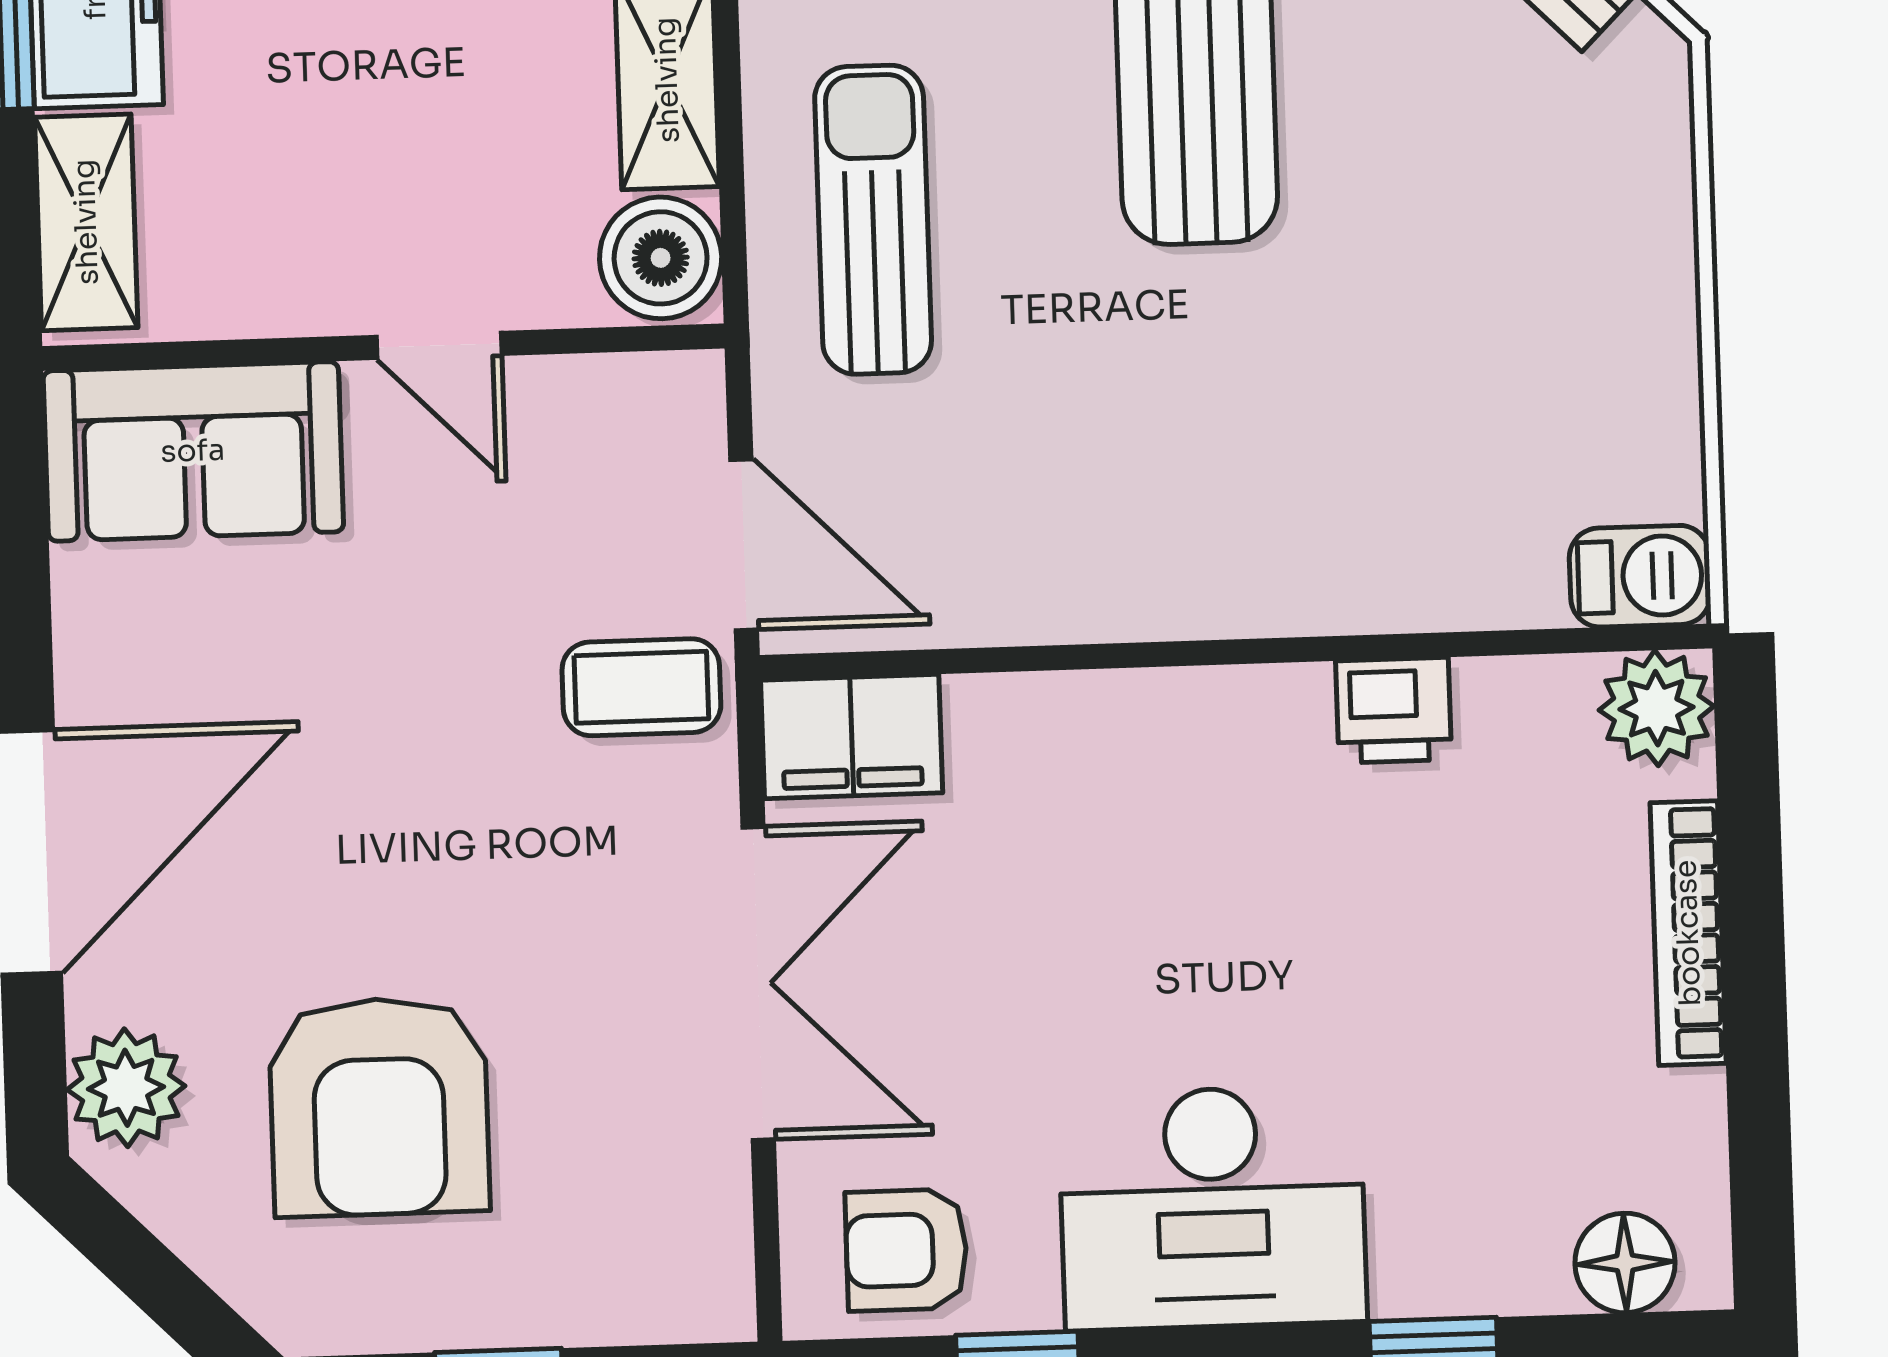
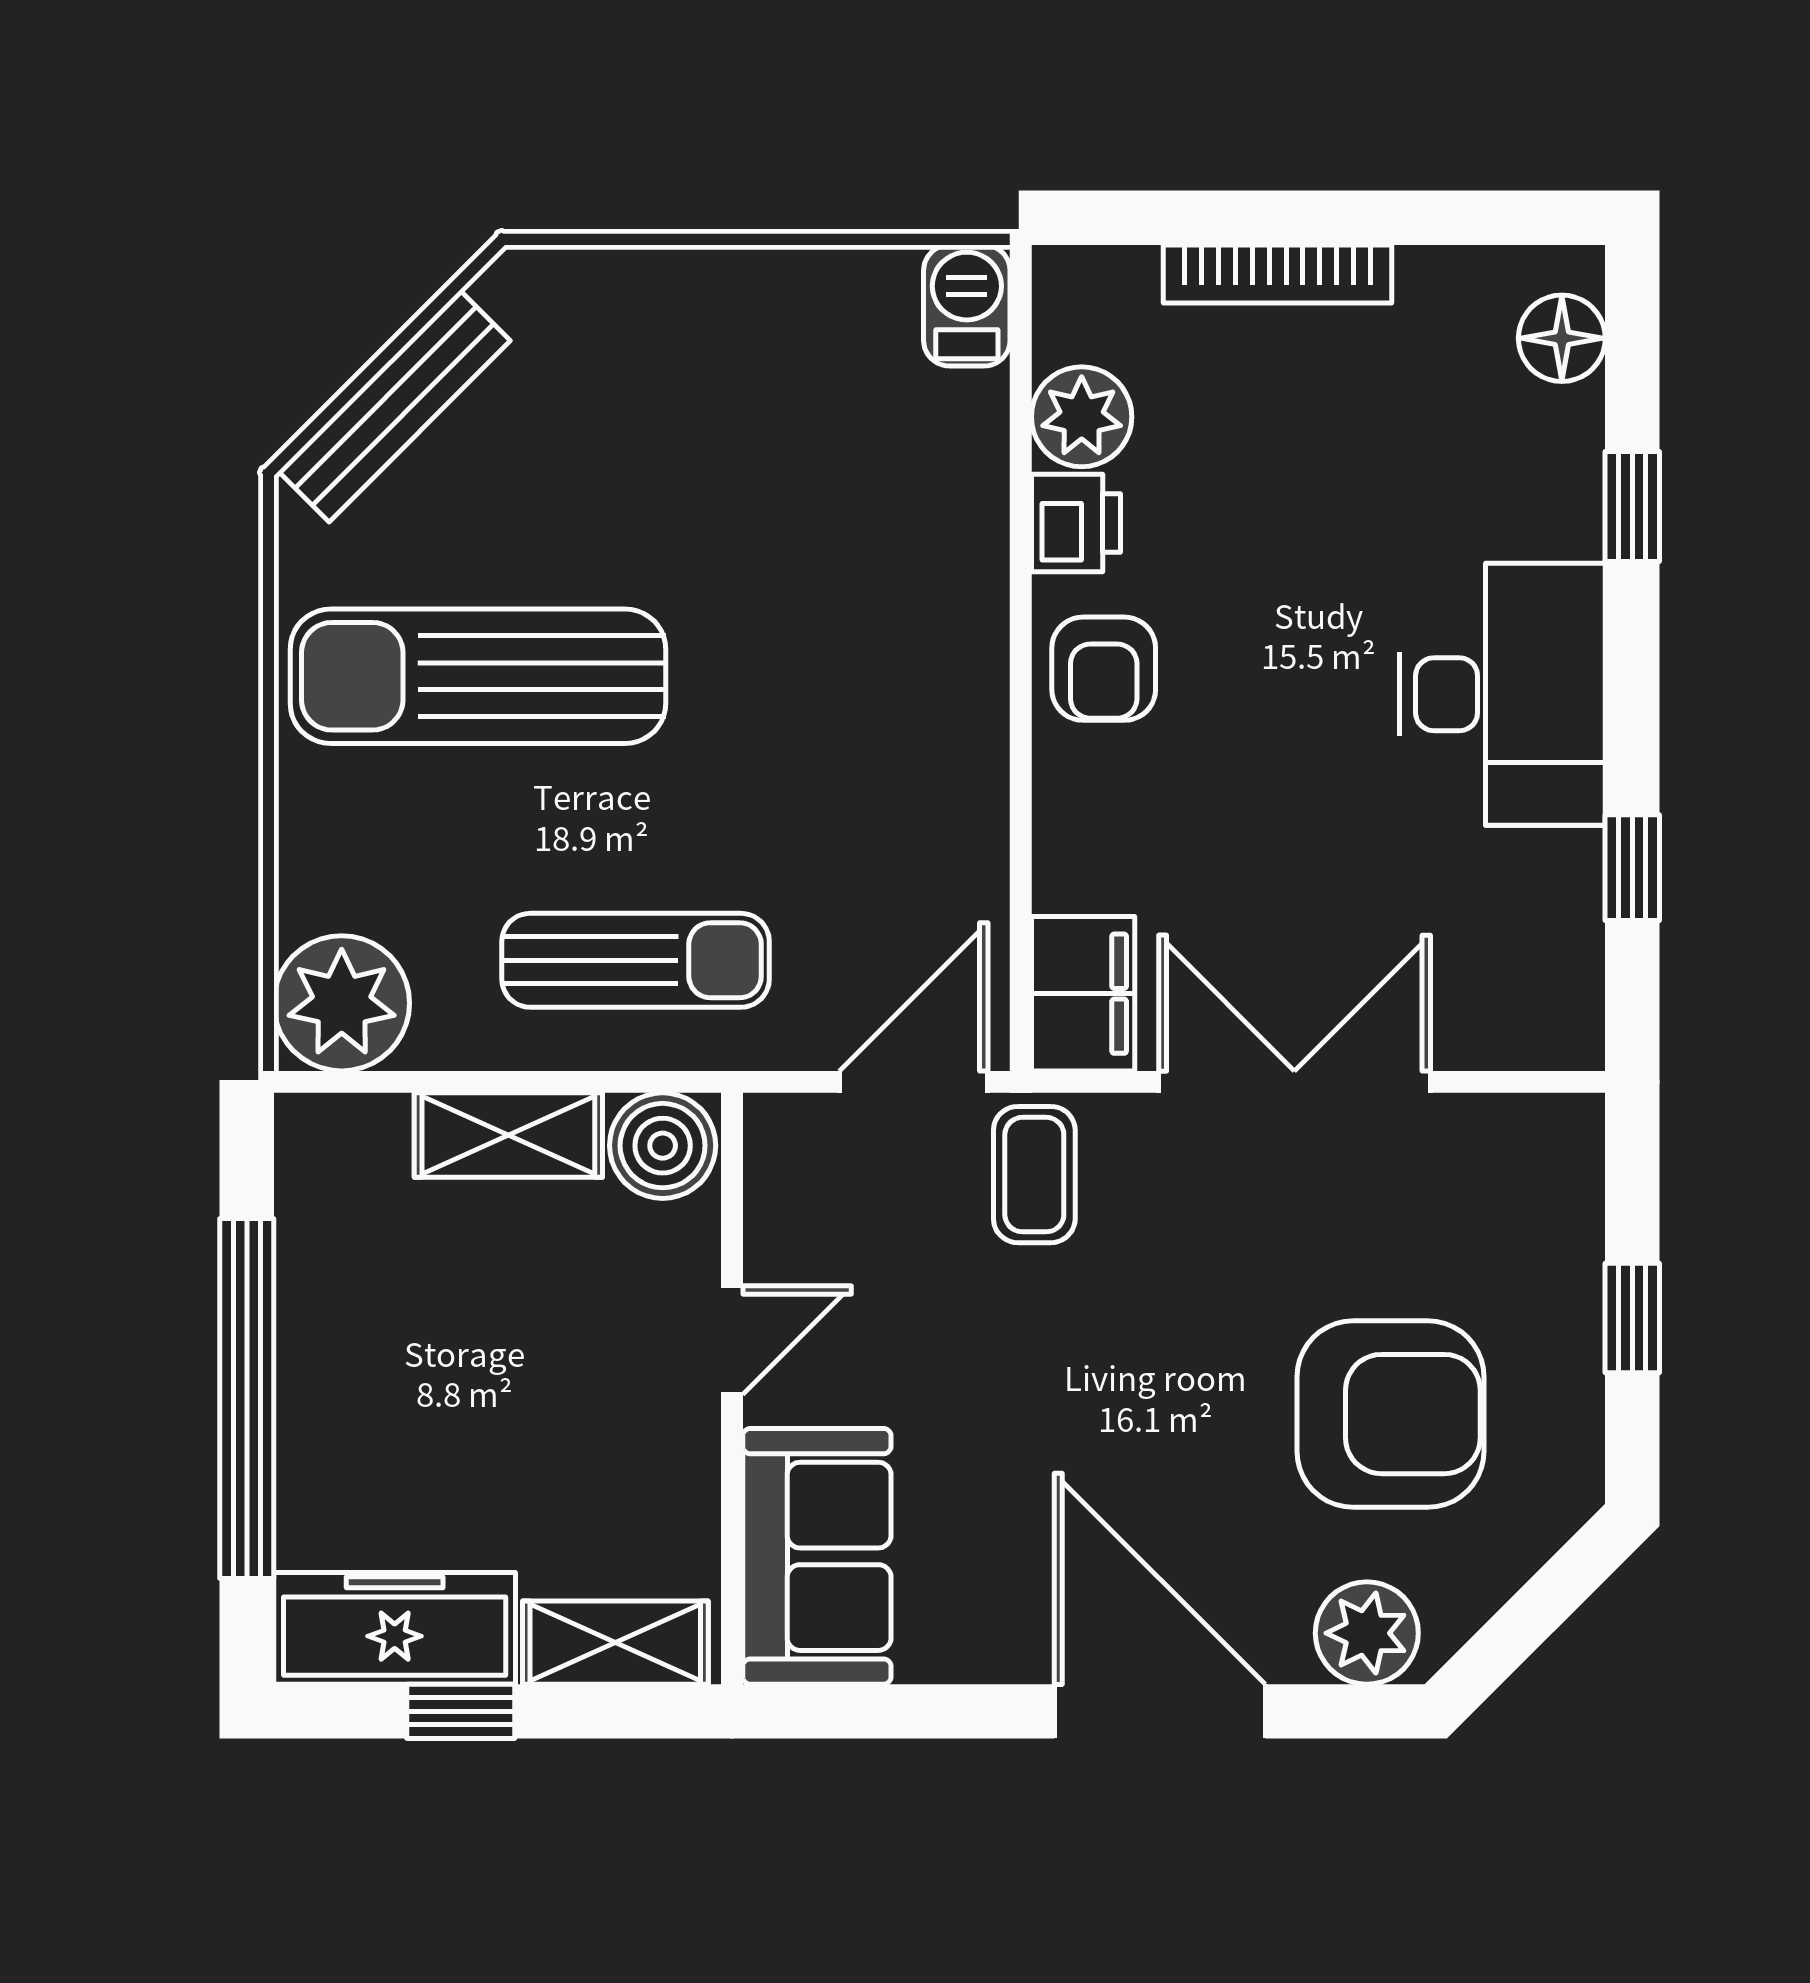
sun lounger: (873, 220) -> (636, 960), turned 180
plant: (1657, 708) -> (1082, 417), moved
armchair: (906, 1250) -> (1104, 669), moved

